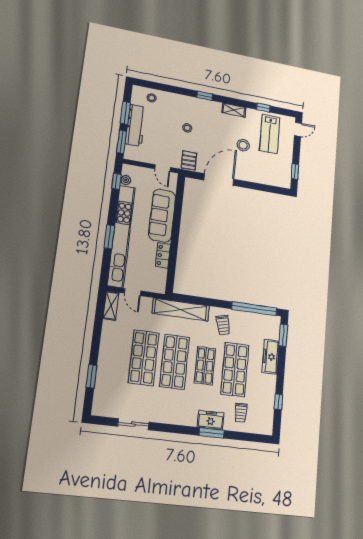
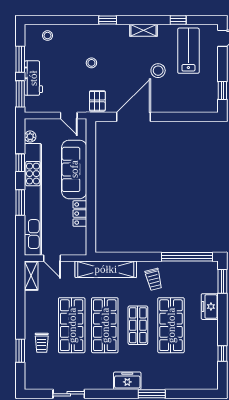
workbench: (136, 125) -> (33, 78), width x0.73
lab bench: (270, 134) -> (188, 51), turned 180
window: (116, 181) -> (20, 163), moved
freezer: (271, 357) -> (210, 307), width x0.71
trolley: (241, 413) -> (42, 343), moved
freezer: (211, 420) -> (127, 381), moved

